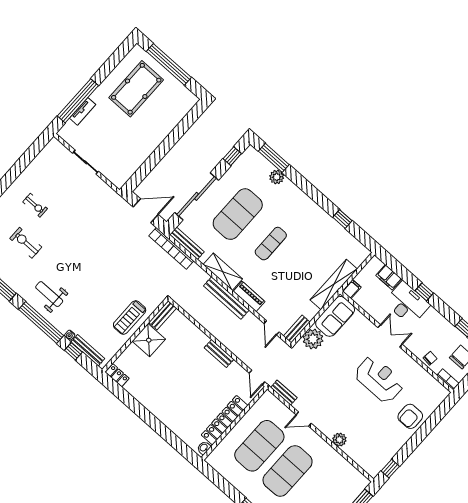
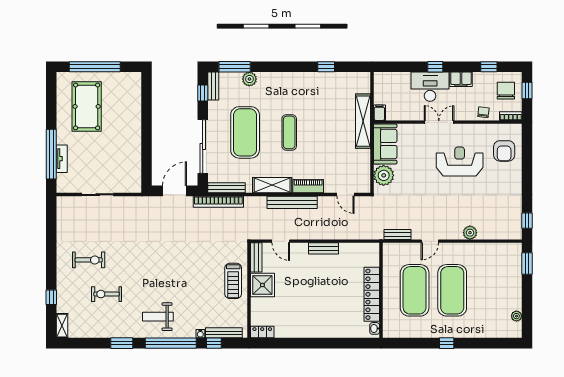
exercise bike: (35, 205) -> (89, 260), width x1.38, depth x1.39
filing cabinet: (389, 277) -> (461, 79), moved
bench: (297, 329) -> (213, 86), moved
door: (257, 377) -> (281, 241), moved
armchair: (410, 416) -> (504, 151), moved

